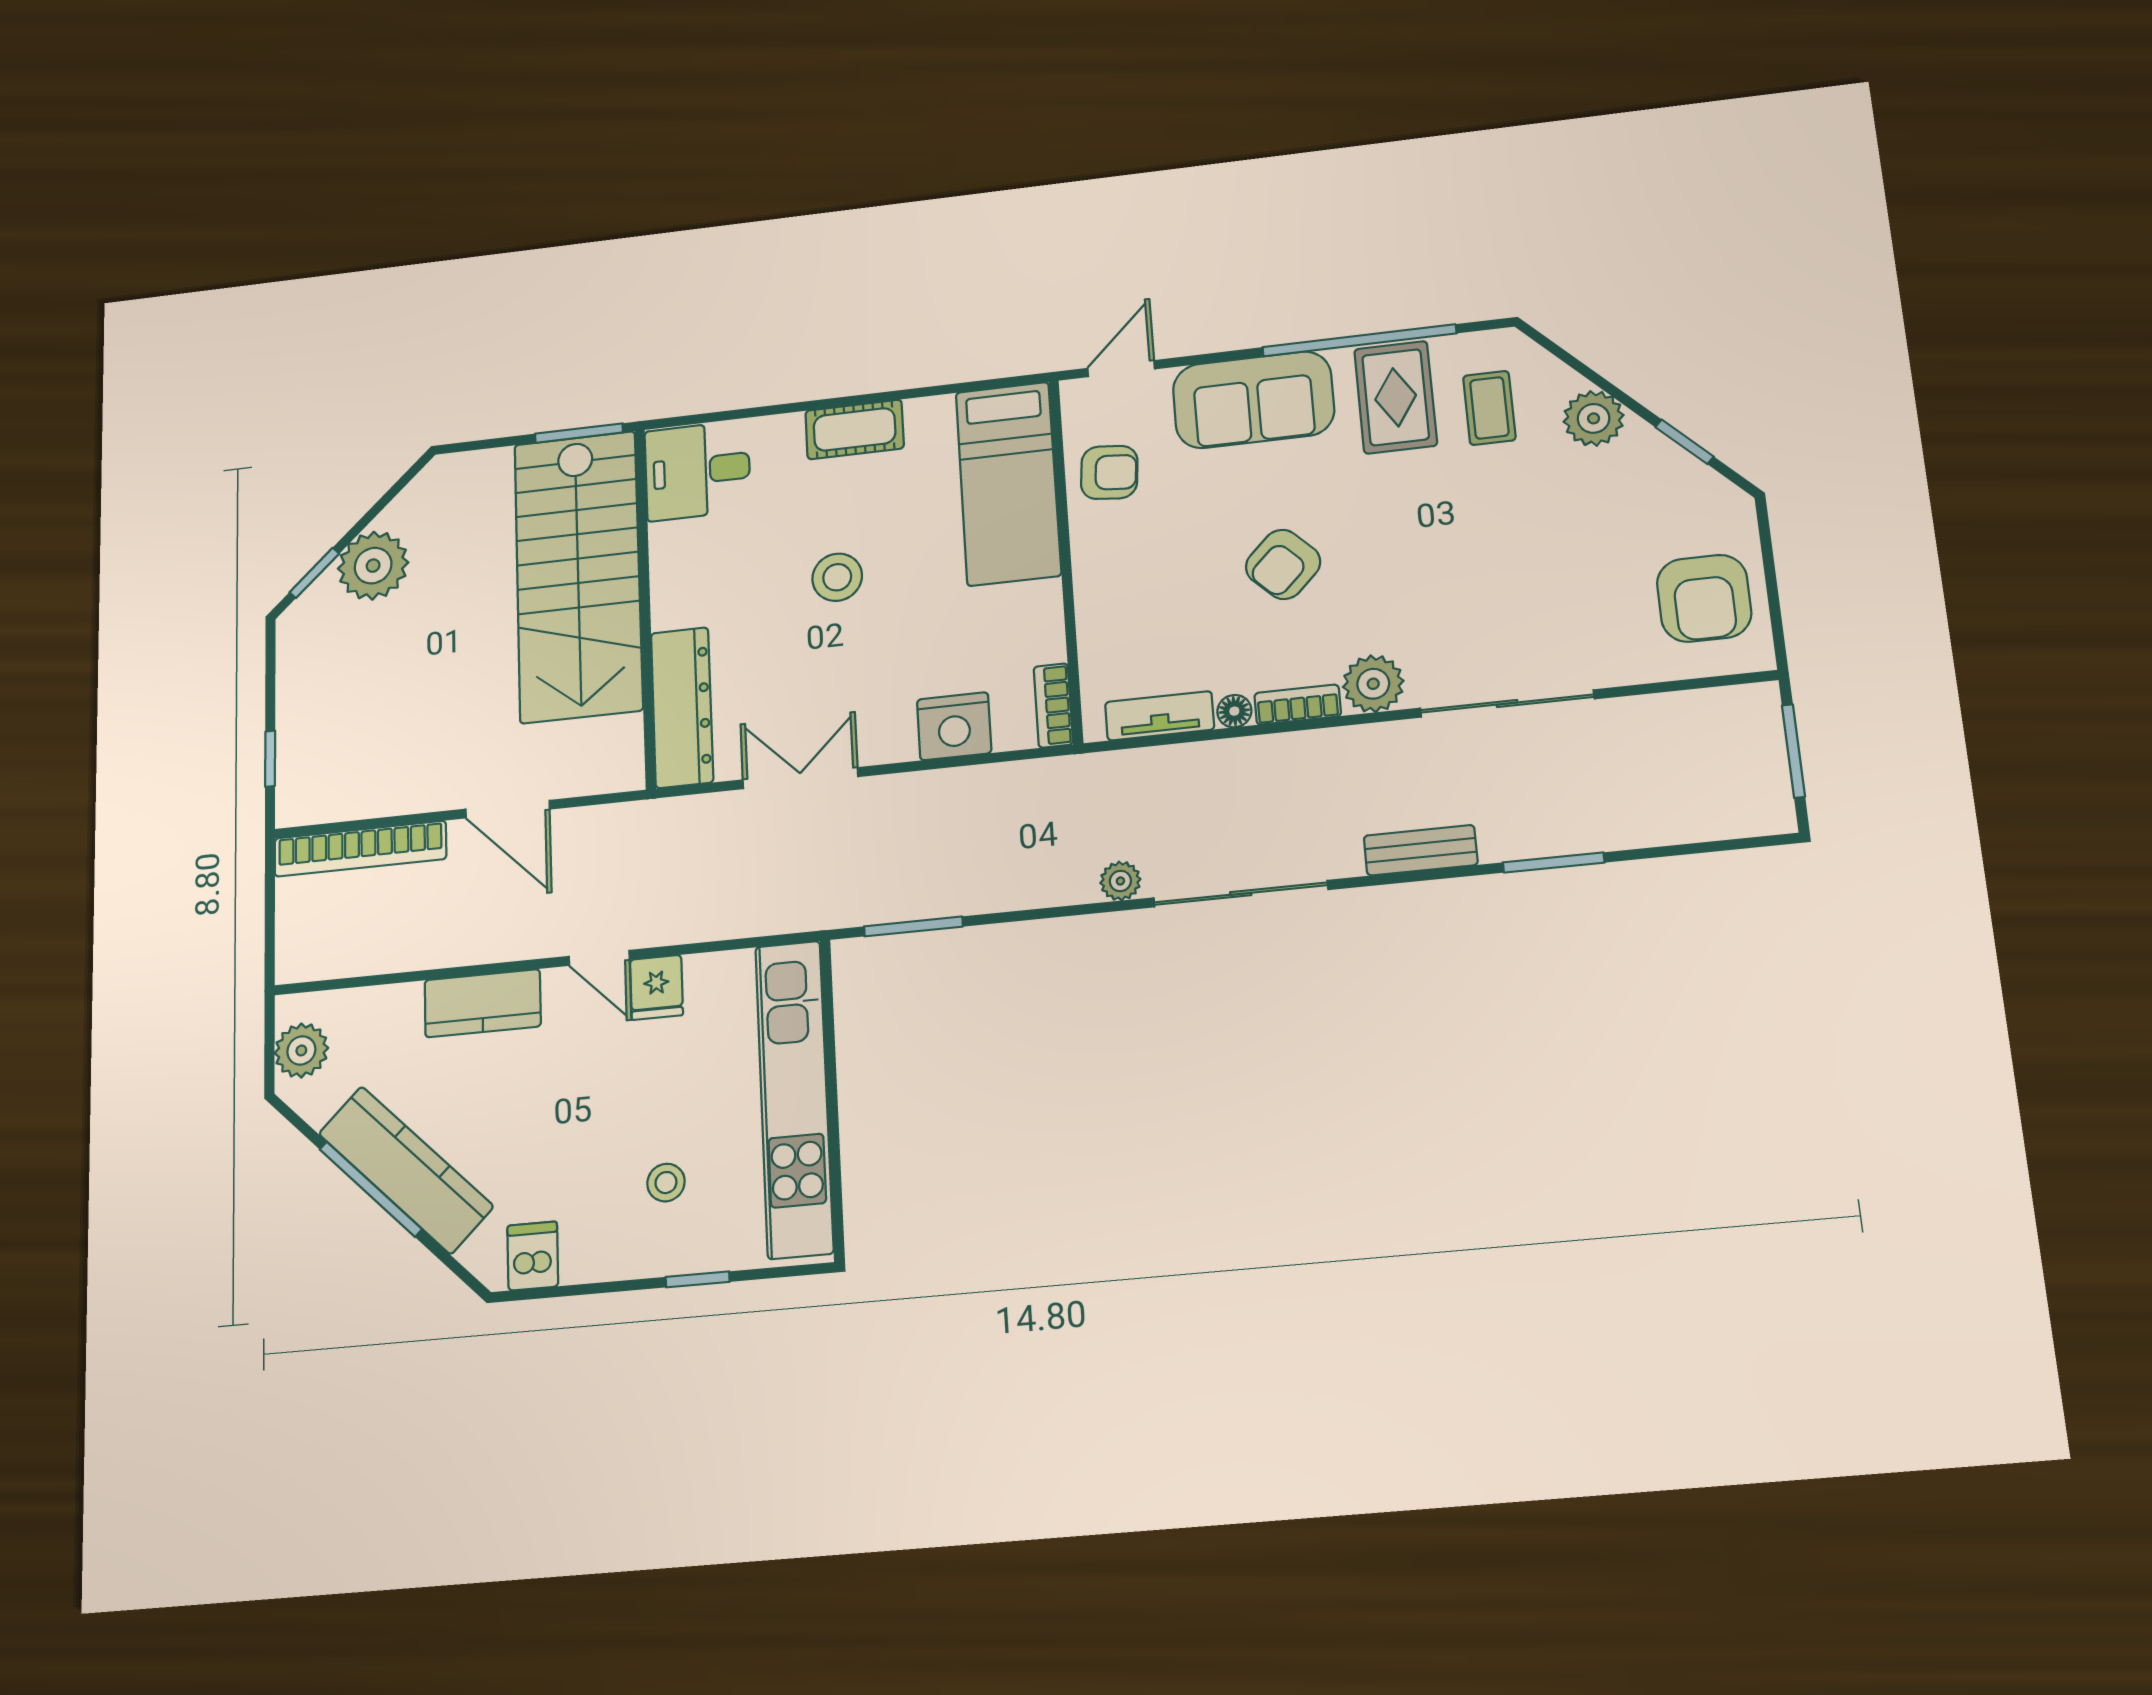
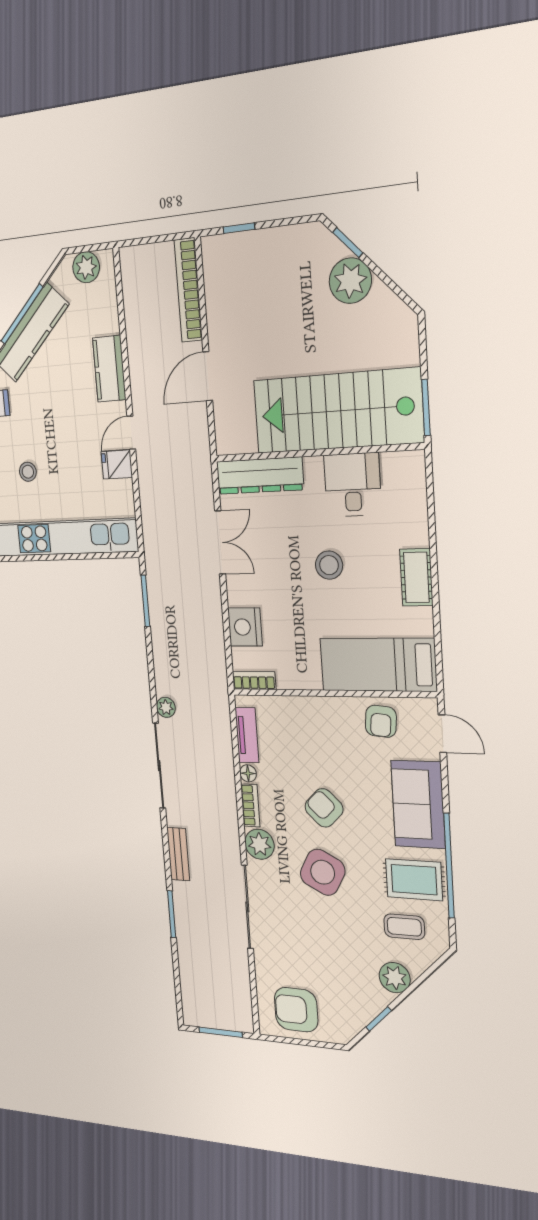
desk: (698, 471) -> (353, 485), moved
side table: (1410, 561) -> (323, 872), added

